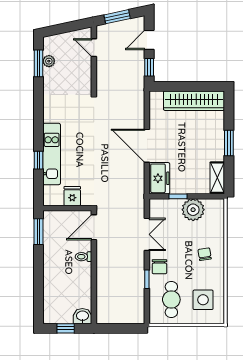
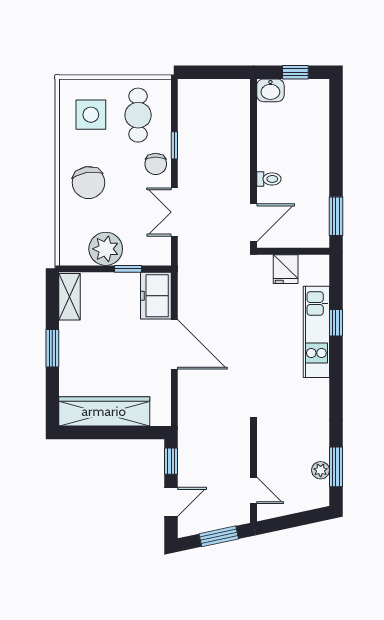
chair: (205, 254) -> (89, 183), width x1.87, depth x1.87
chair: (159, 267) -> (156, 164), turned 180

